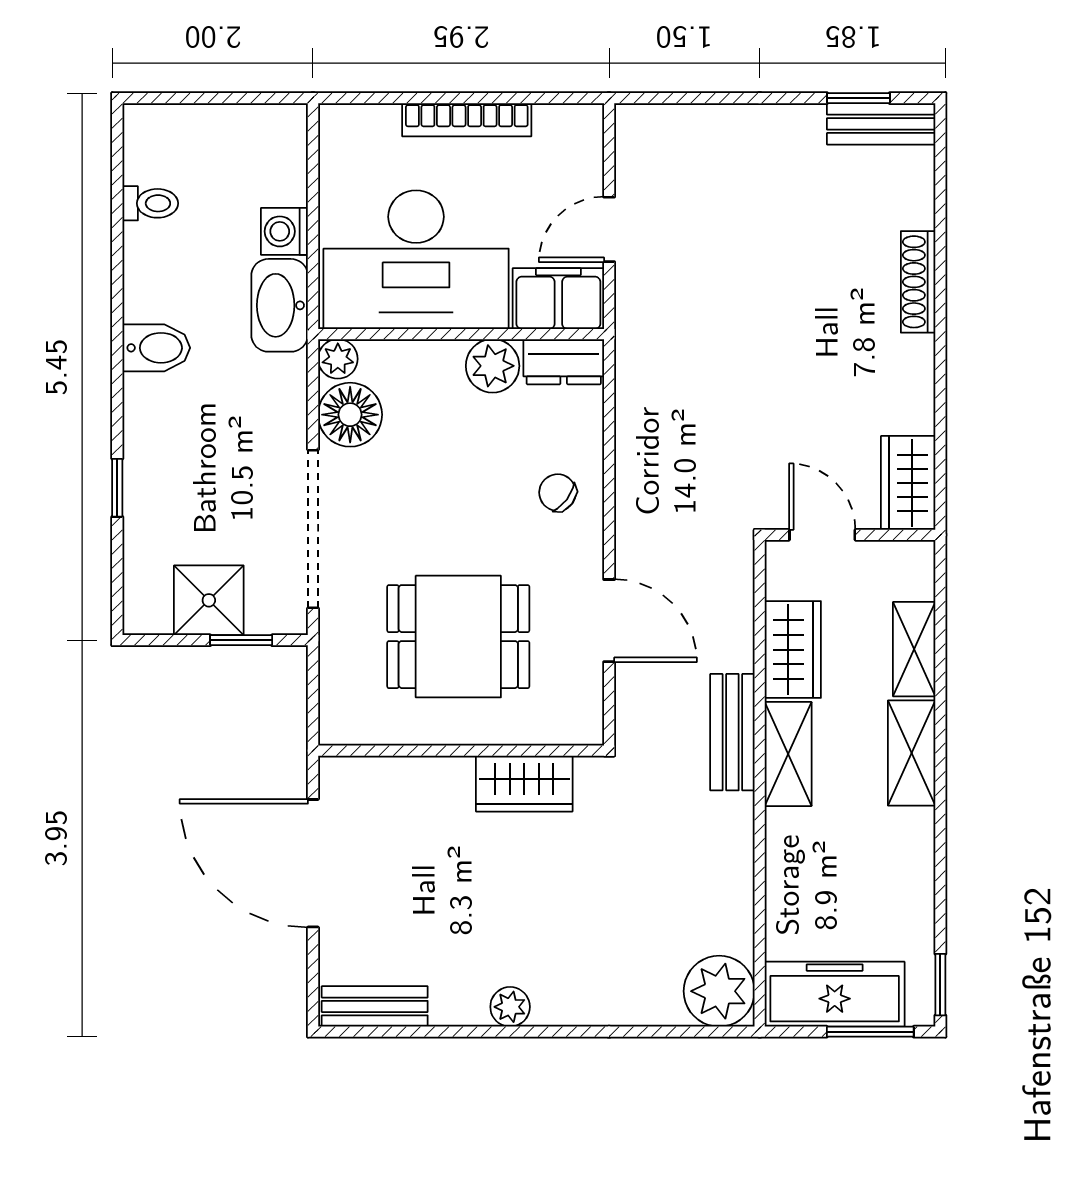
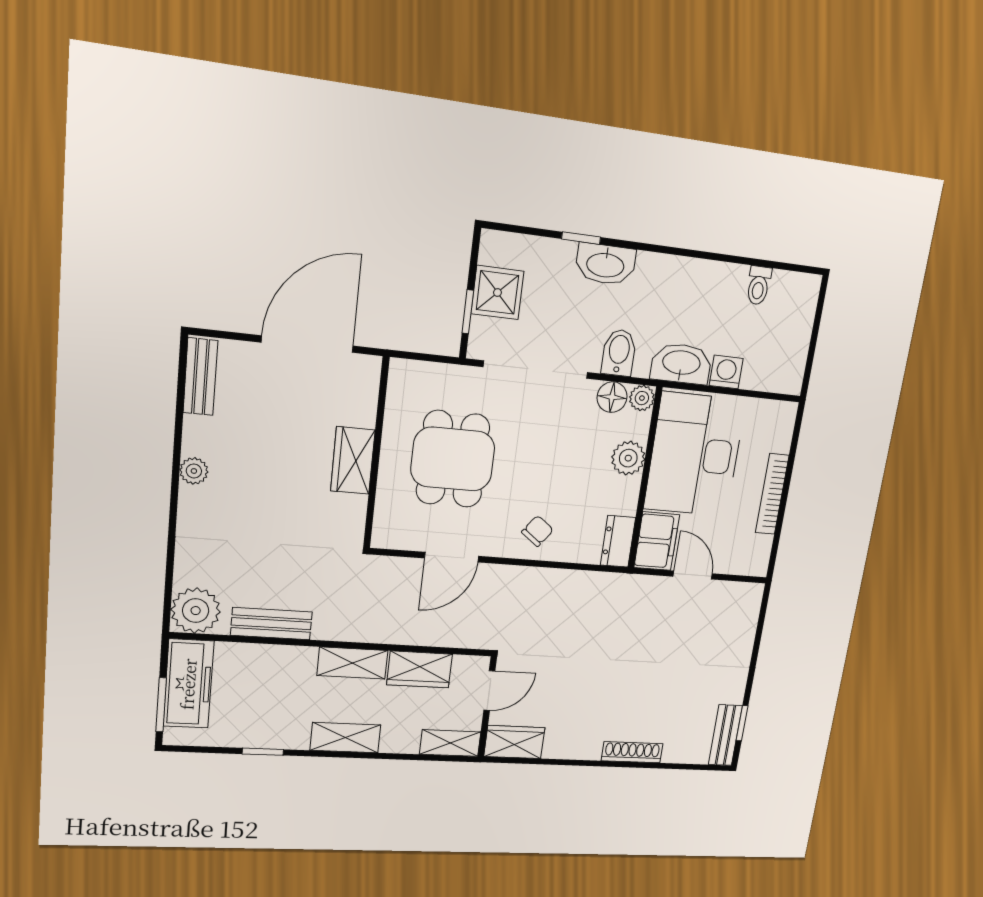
bidet: (156, 348) -> (619, 353), moved, turned 180
plant: (493, 366) -> (628, 458), moved
floor lamp: (350, 415) -> (612, 397), width x0.73, depth x0.73
washbasin: (149, 446) -> (605, 264), added
shelving: (914, 649) -> (450, 743), moved
bench: (732, 732) -> (271, 624), moved
wardrobe: (524, 784) -> (353, 461), moved
window: (940, 985) -> (263, 752), moved

